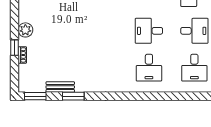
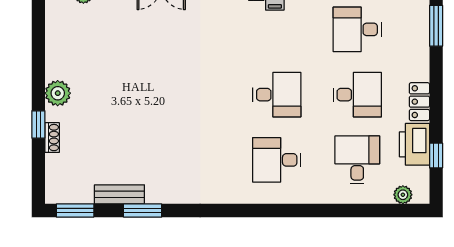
desk: (149, 31) -> (277, 95), turned 180
desk: (149, 68) -> (277, 160), turned 90
desk: (194, 68) -> (357, 160), turned 180

